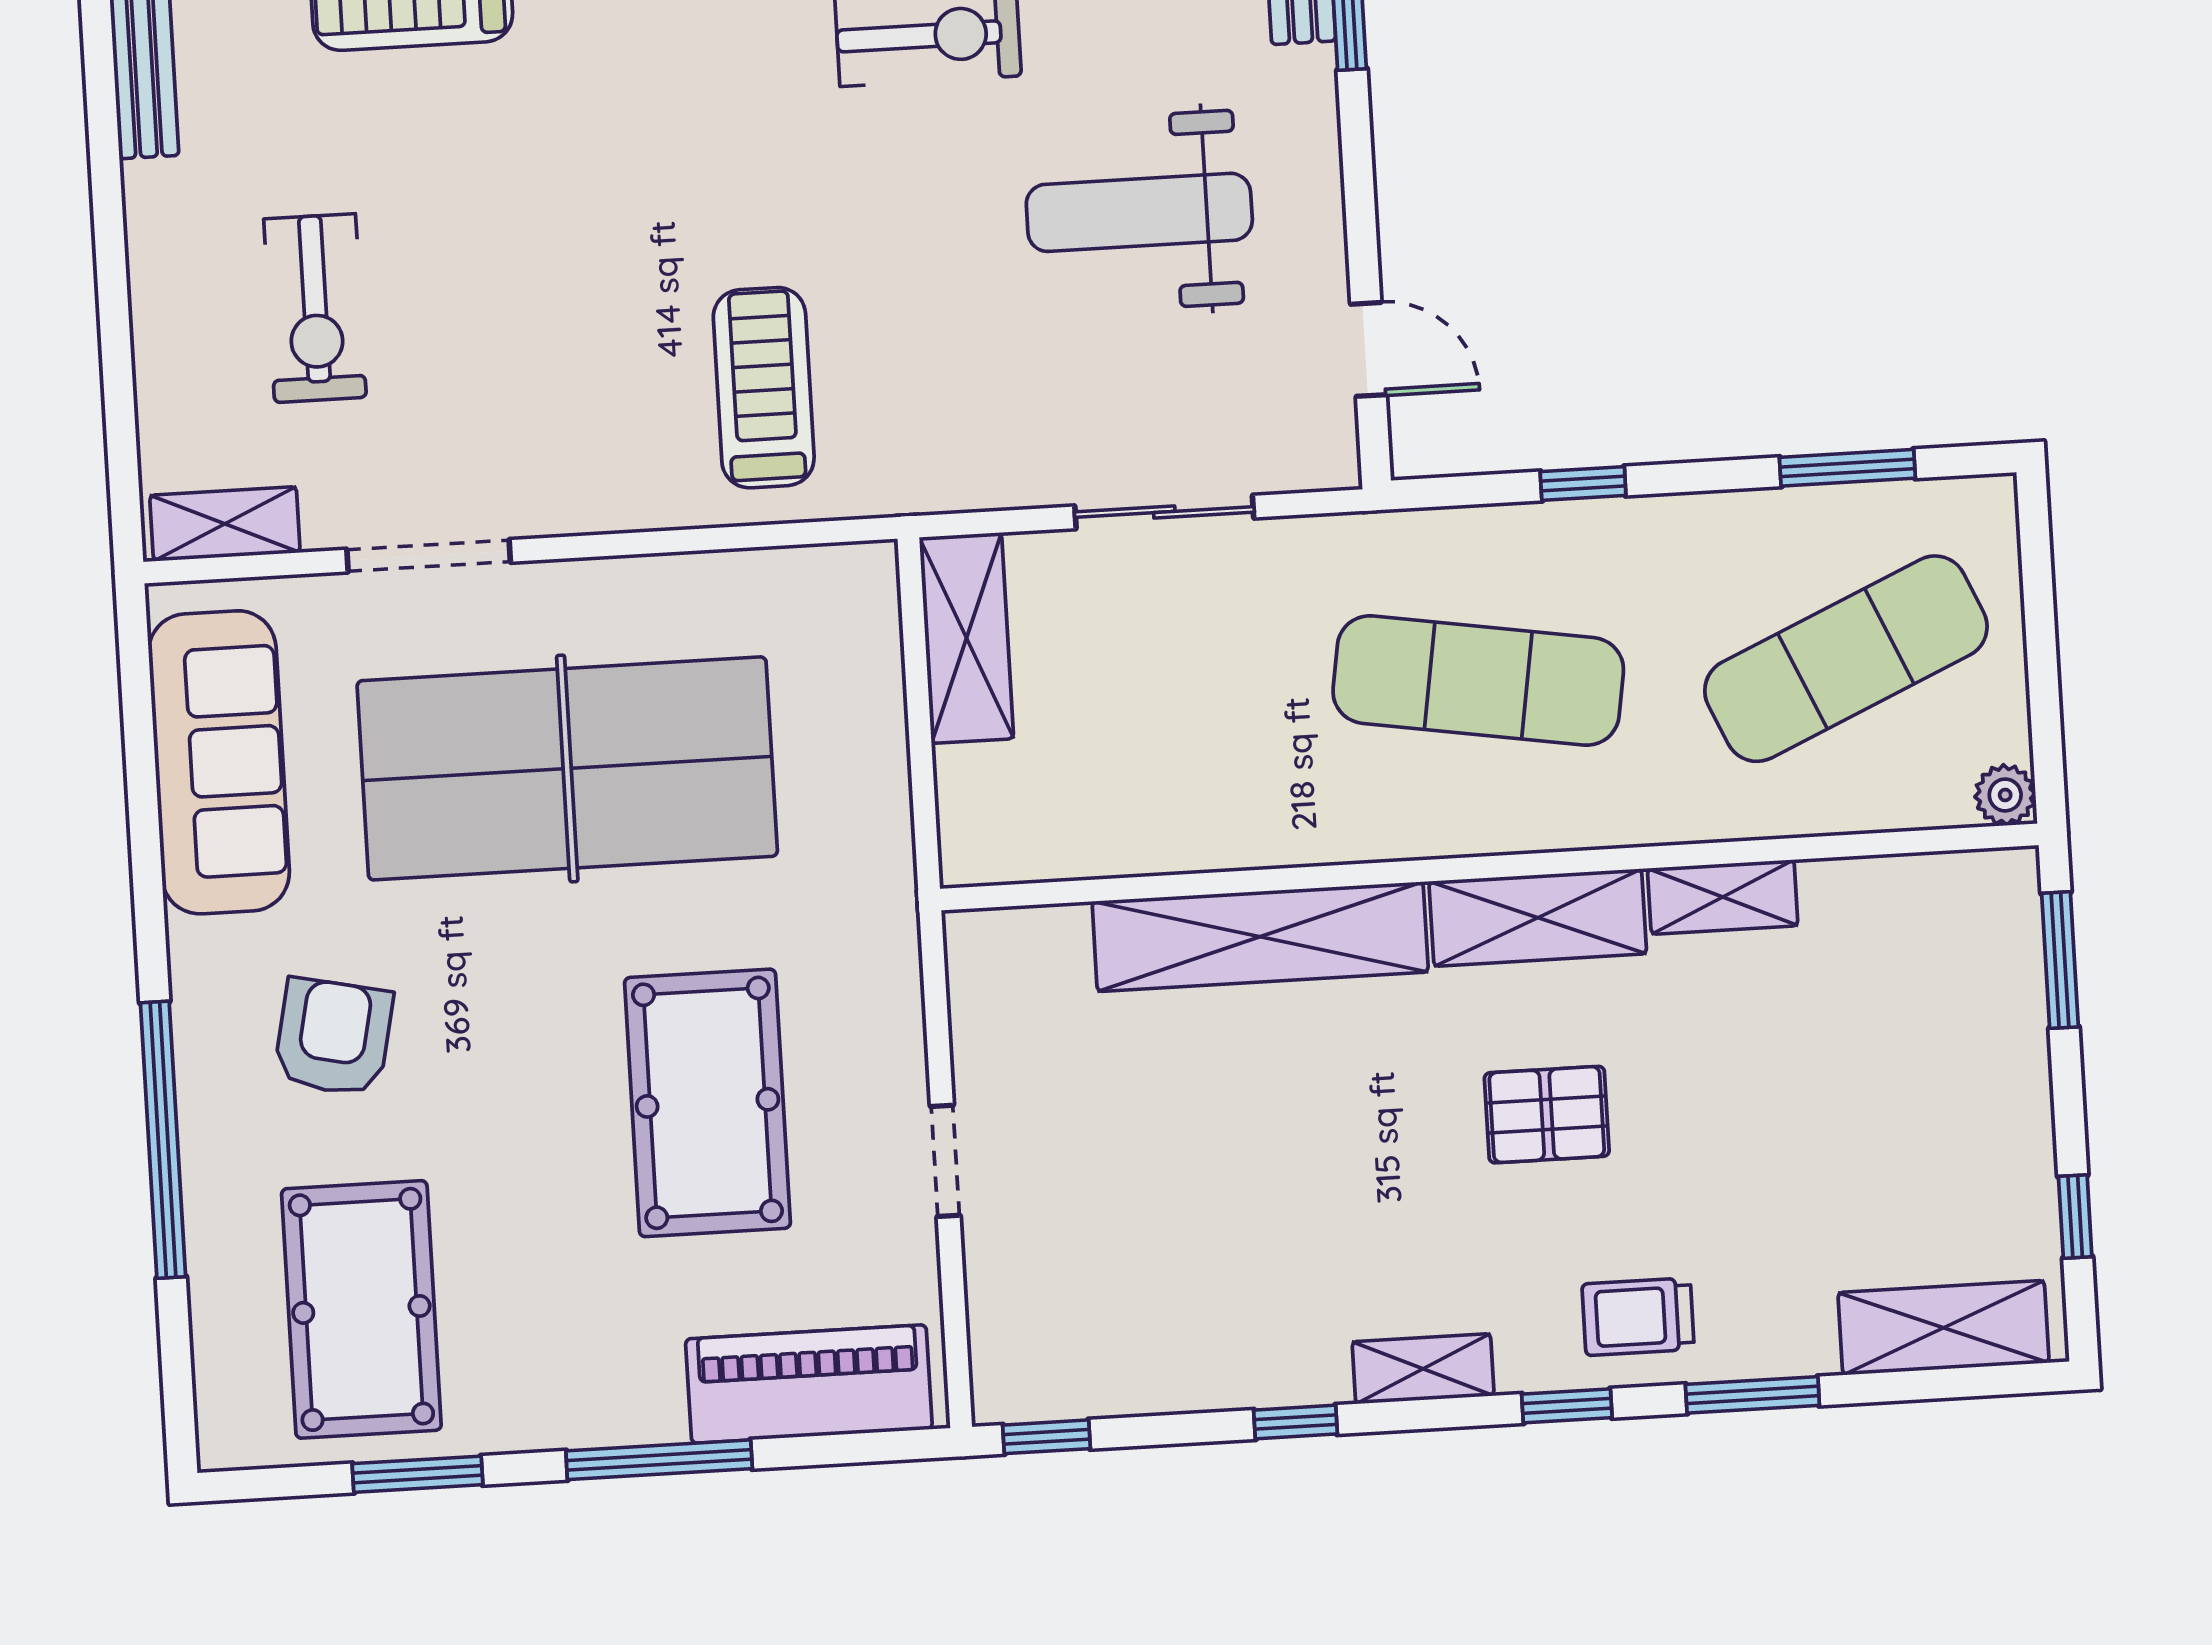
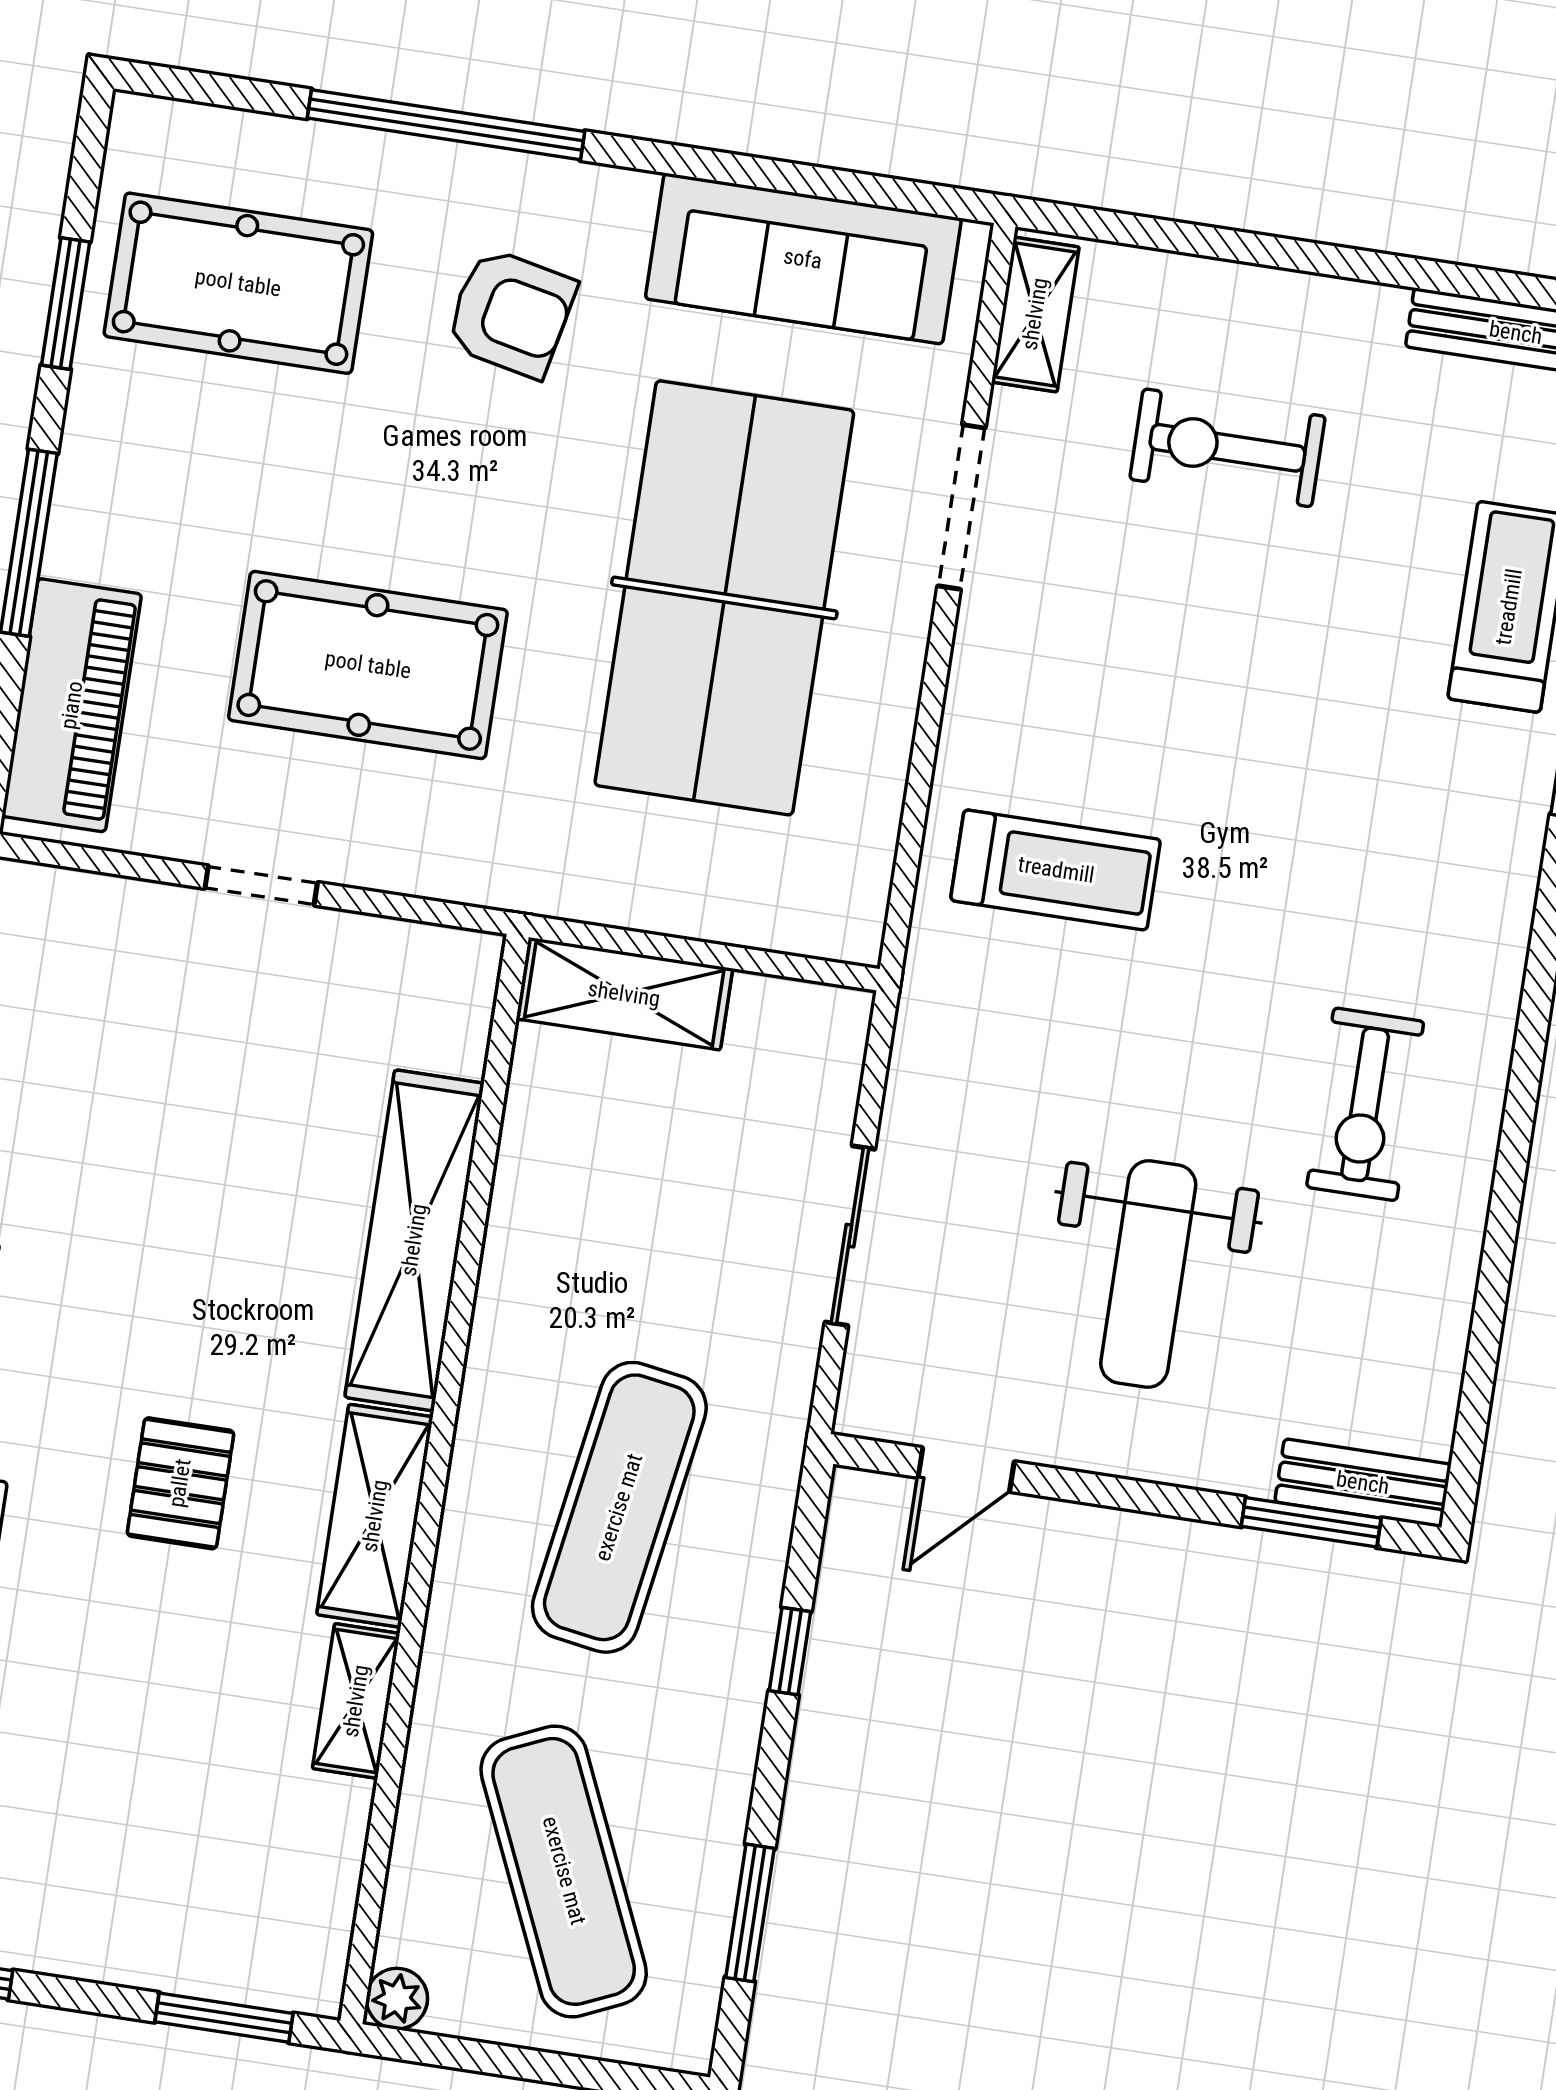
weight bench: (1139, 212) -> (1148, 1274), turned 180
shelving: (966, 638) -> (624, 994), moved

